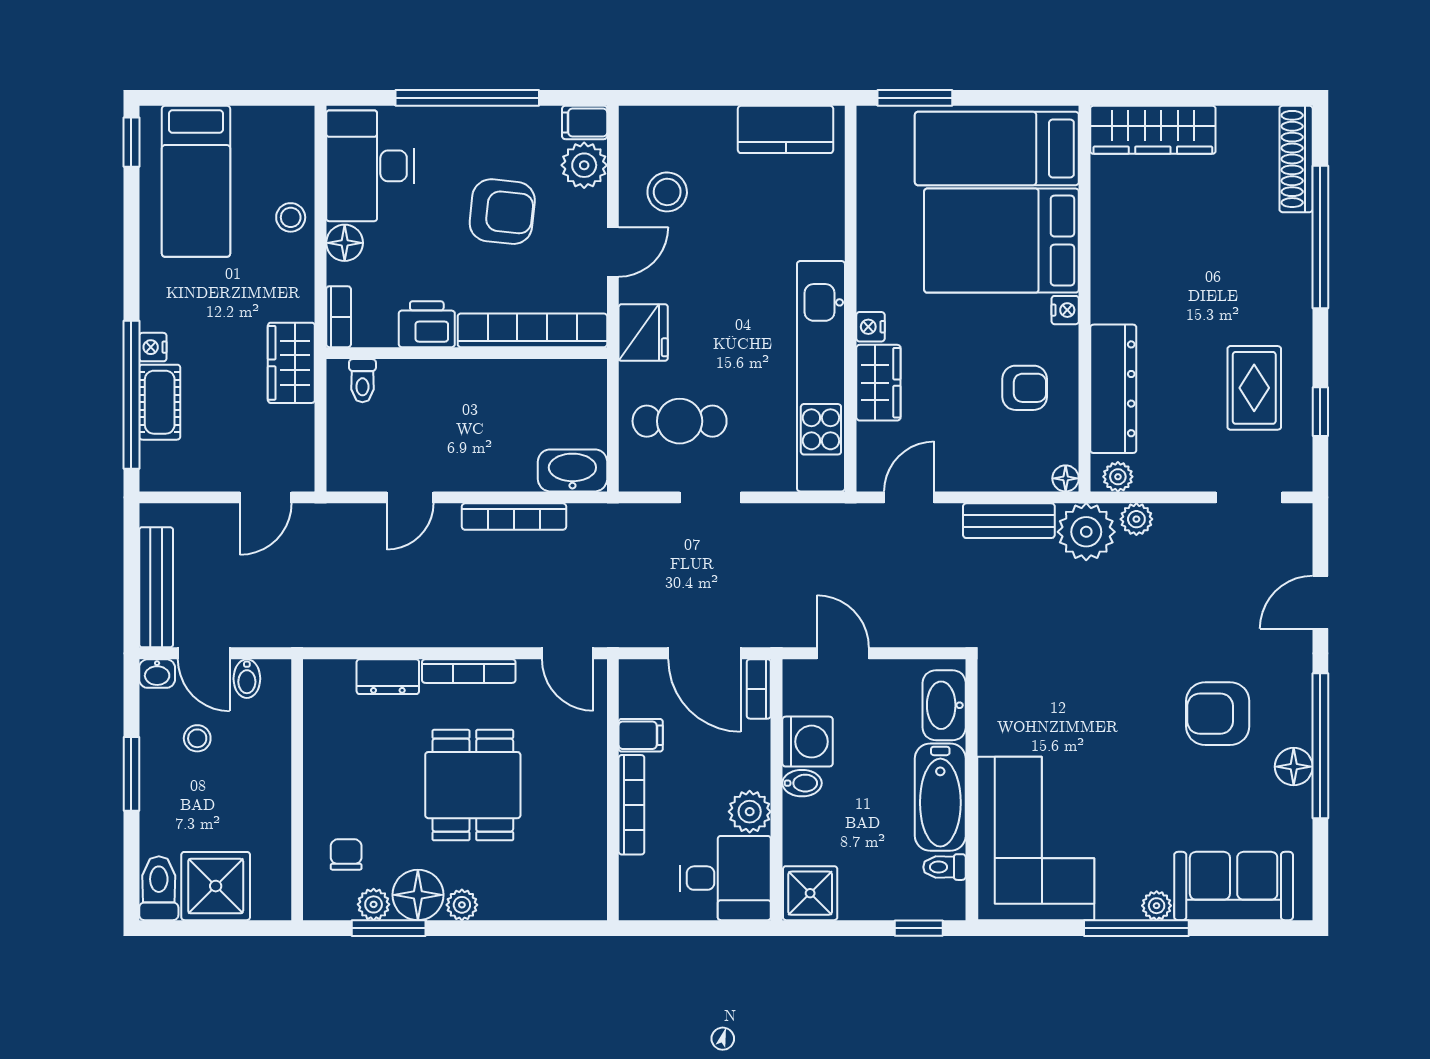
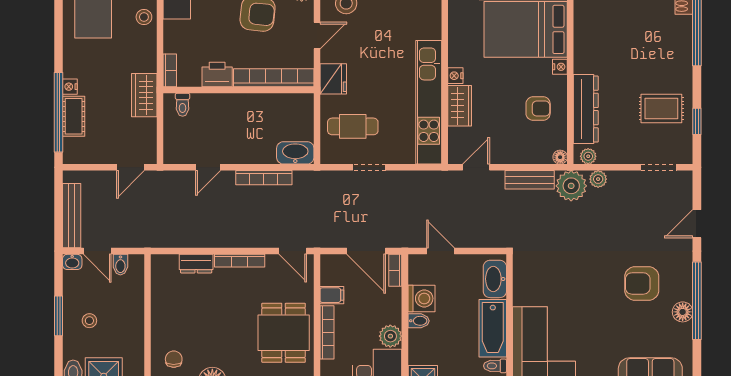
floor lamp: (345, 243) -> (173, 31), removed
rug: (1254, 388) -> (661, 109), turned 90
stool: (197, 738) -> (89, 321), moved
dining table: (473, 785) -> (284, 333), moved

